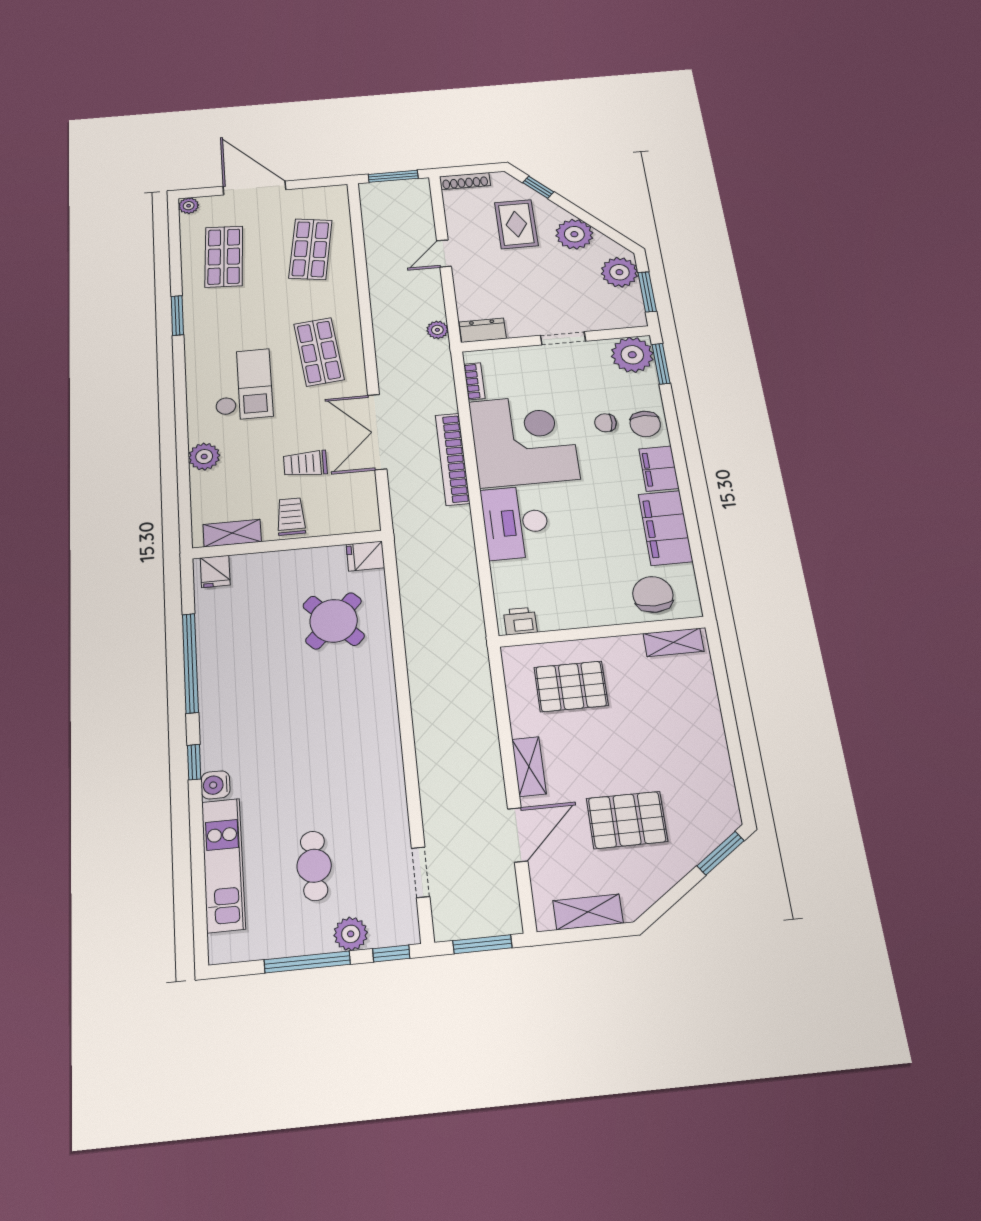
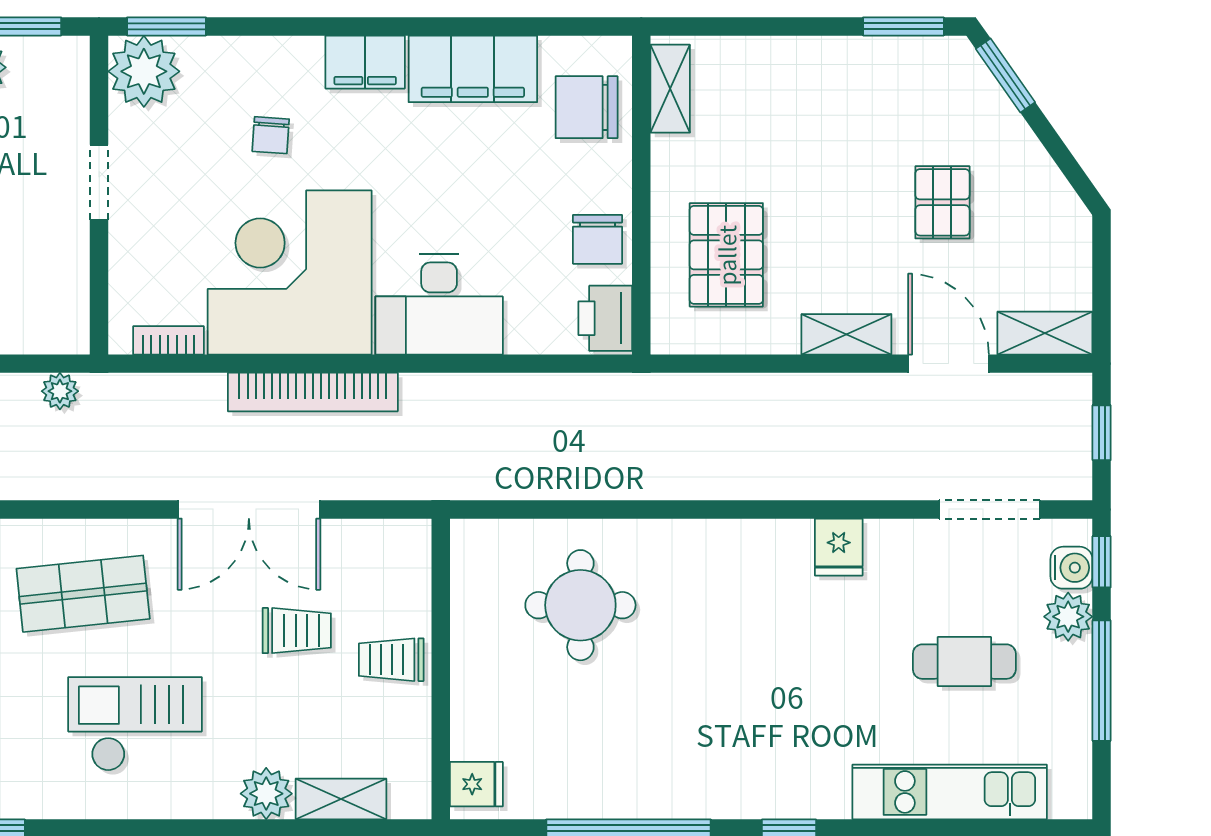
dresser: (483, 330) -> (69, 315), removed
chair: (645, 424) -> (597, 239), moved, turned 90
trolley: (305, 464) -> (297, 631), turned -90
shelving: (232, 533) -> (341, 799), moved, turned 90
fridge: (365, 556) -> (839, 547), moved
round table: (334, 621) -> (580, 605), turned 45
printer: (520, 621) -> (605, 318), width x1.36, depth x1.24
window: (741, 783) -> (903, 26), added
water cooler: (215, 785) -> (1071, 568), moved, turned -90
pallet: (627, 820) -> (942, 202), width x0.67, depth x0.71
doorway: (421, 872) -> (989, 509), width x1.38
shelving: (588, 912) -> (1045, 333), moved, turned 90
window: (482, 944) -> (1102, 433), width x0.67

